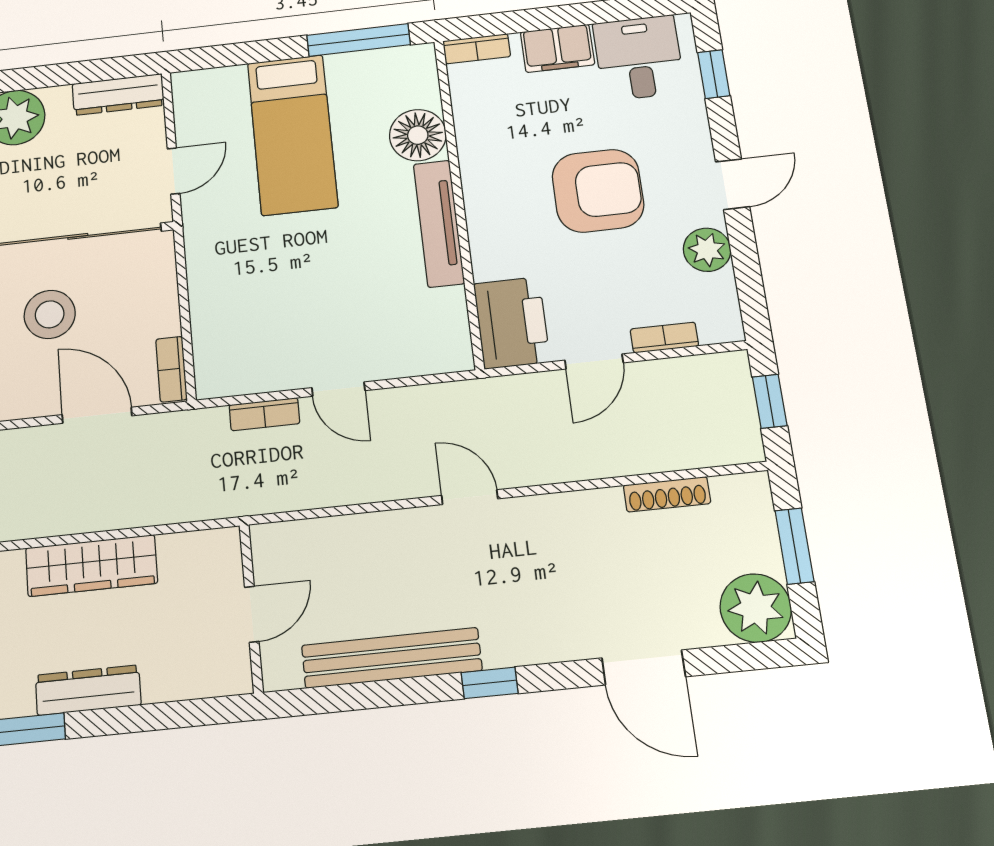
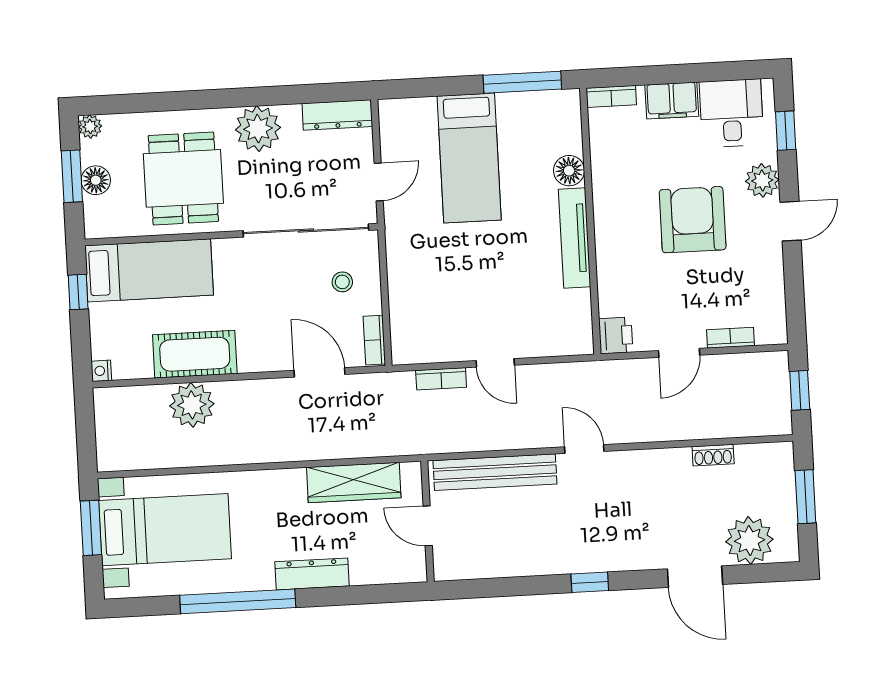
floor lamp: (418, 135) -> (569, 171), width x0.73, depth x0.73
armchair: (598, 191) -> (693, 220), turned -90
plant: (707, 250) -> (762, 180), moved
stool: (50, 314) -> (342, 282), moved, width x0.53, depth x0.53
printer: (512, 323) -> (616, 335), width x0.53, depth x0.68
shoe rack: (667, 494) -> (713, 455), width x0.70
wardrobe: (91, 566) -> (354, 483), moved
plant: (756, 608) -> (749, 540), moved
door: (252, 614) -> (428, 526), swing flipped
bench: (392, 658) -> (495, 472), moved

